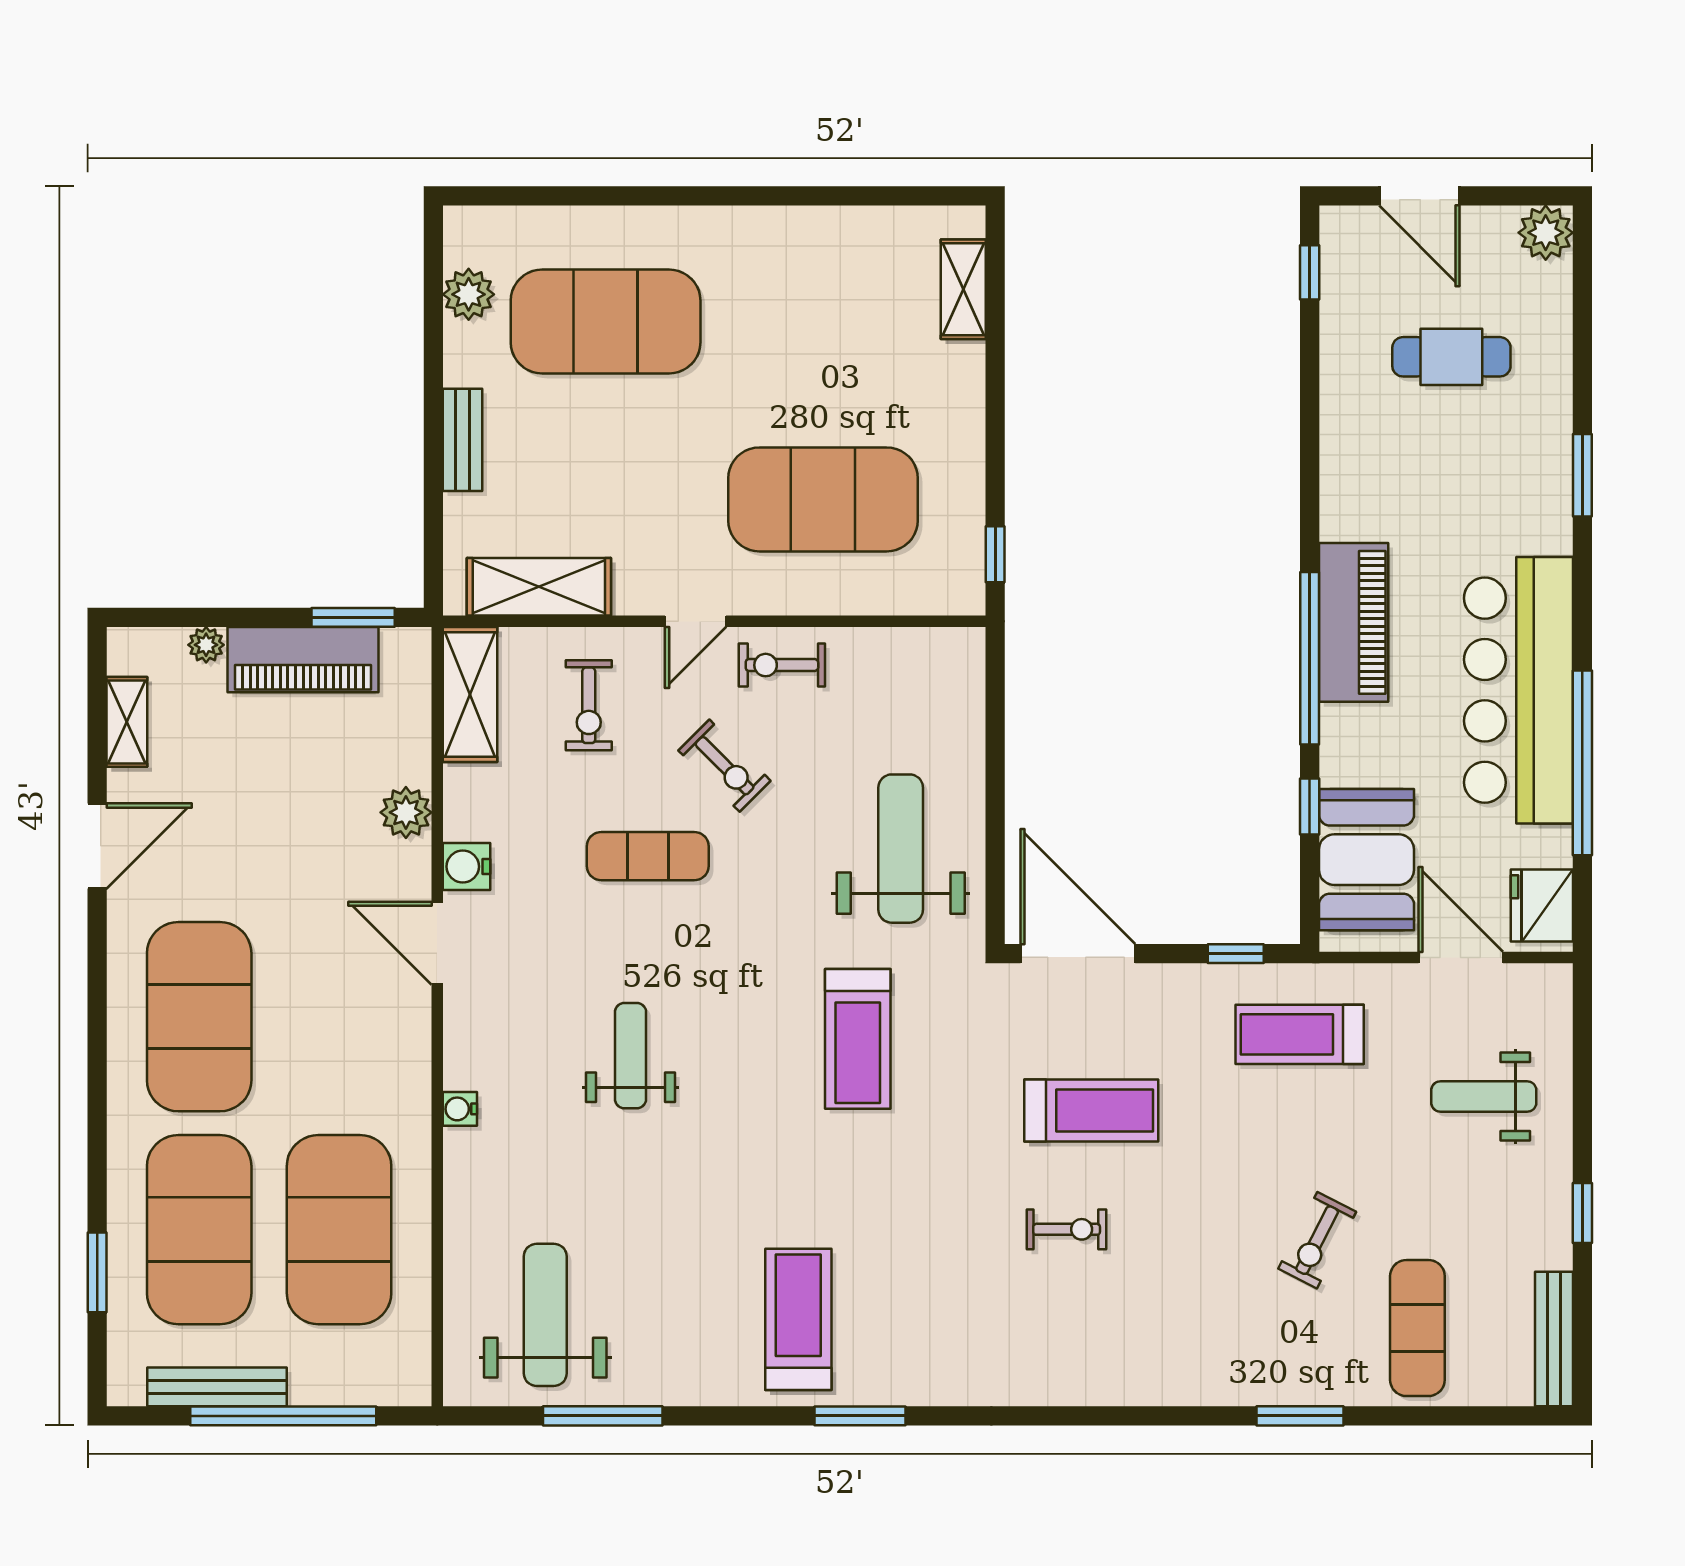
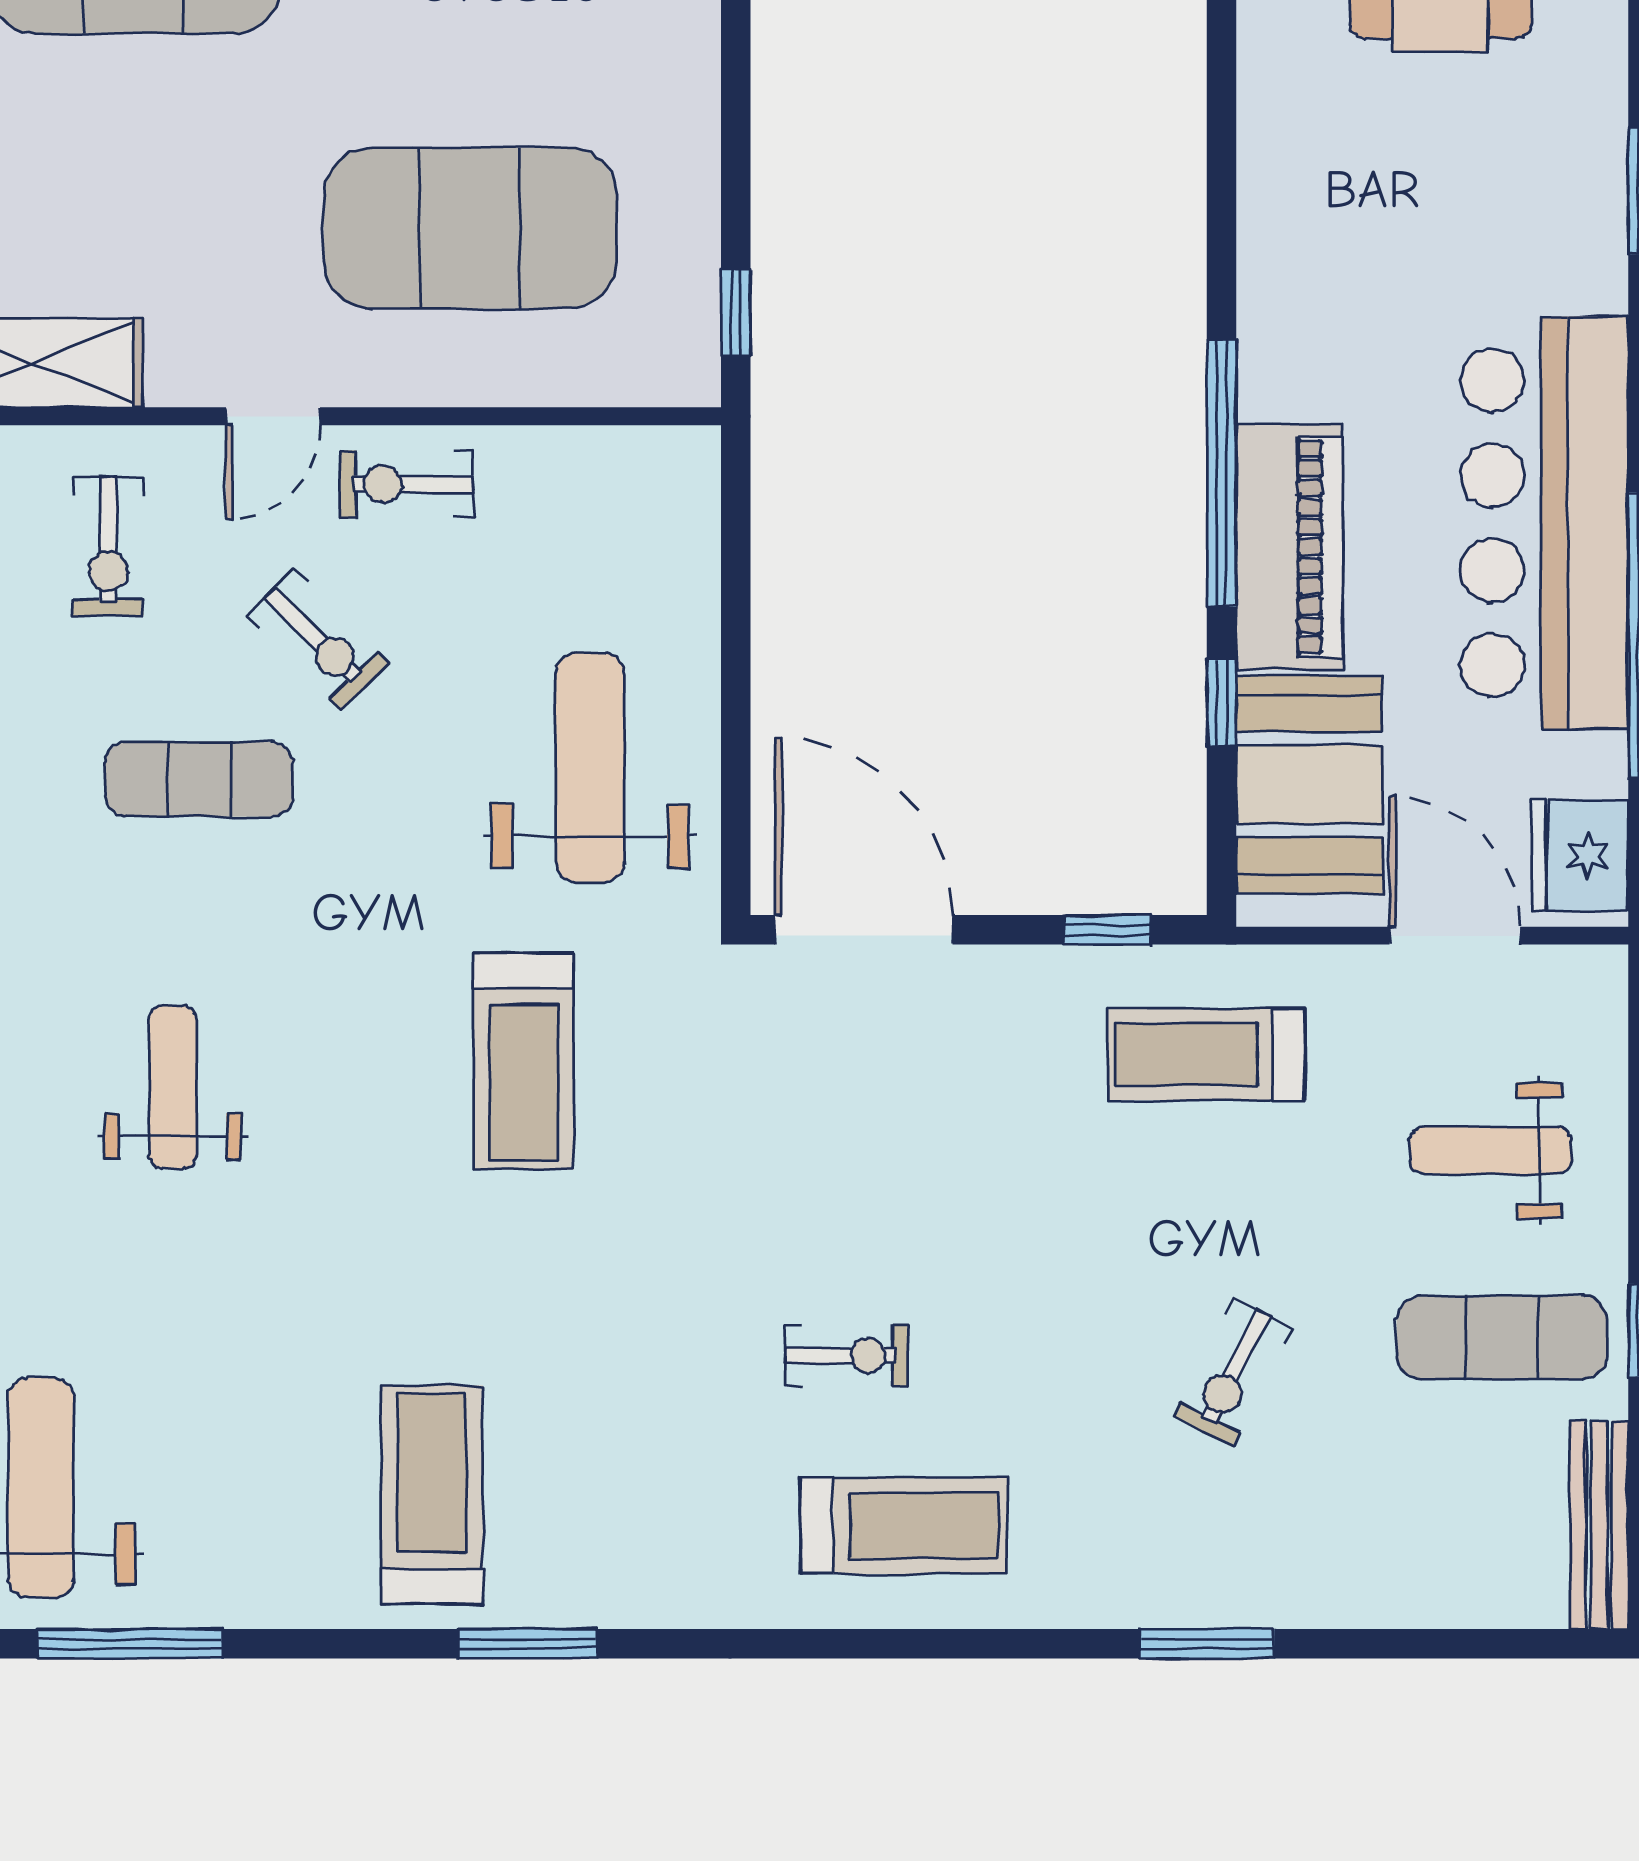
piano: (1354, 622) -> (1290, 547), moved
treadmill: (1091, 1110) -> (904, 1526), moved
exercise mat: (1417, 1328) -> (1502, 1338), moved, turned 90

